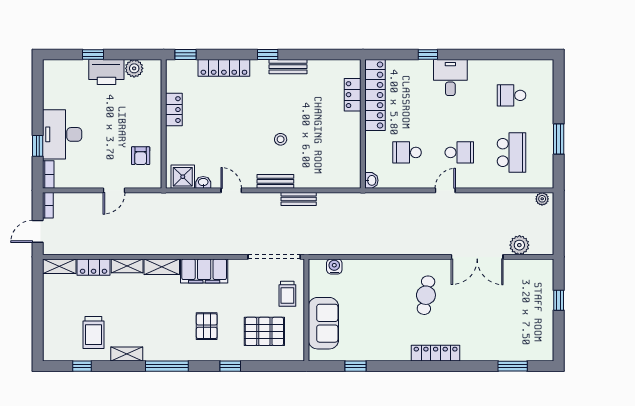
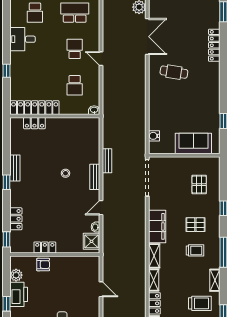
locker: (224, 68) -> (16, 219), width x0.66
desk: (450, 78) -> (23, 39), moved
armchair: (141, 156) -> (43, 265), moved
trolley: (287, 294) -> (195, 250), moved
pallet: (264, 331) -> (199, 185), width x0.67, depth x0.71
locker: (436, 353) -> (214, 45), moved

